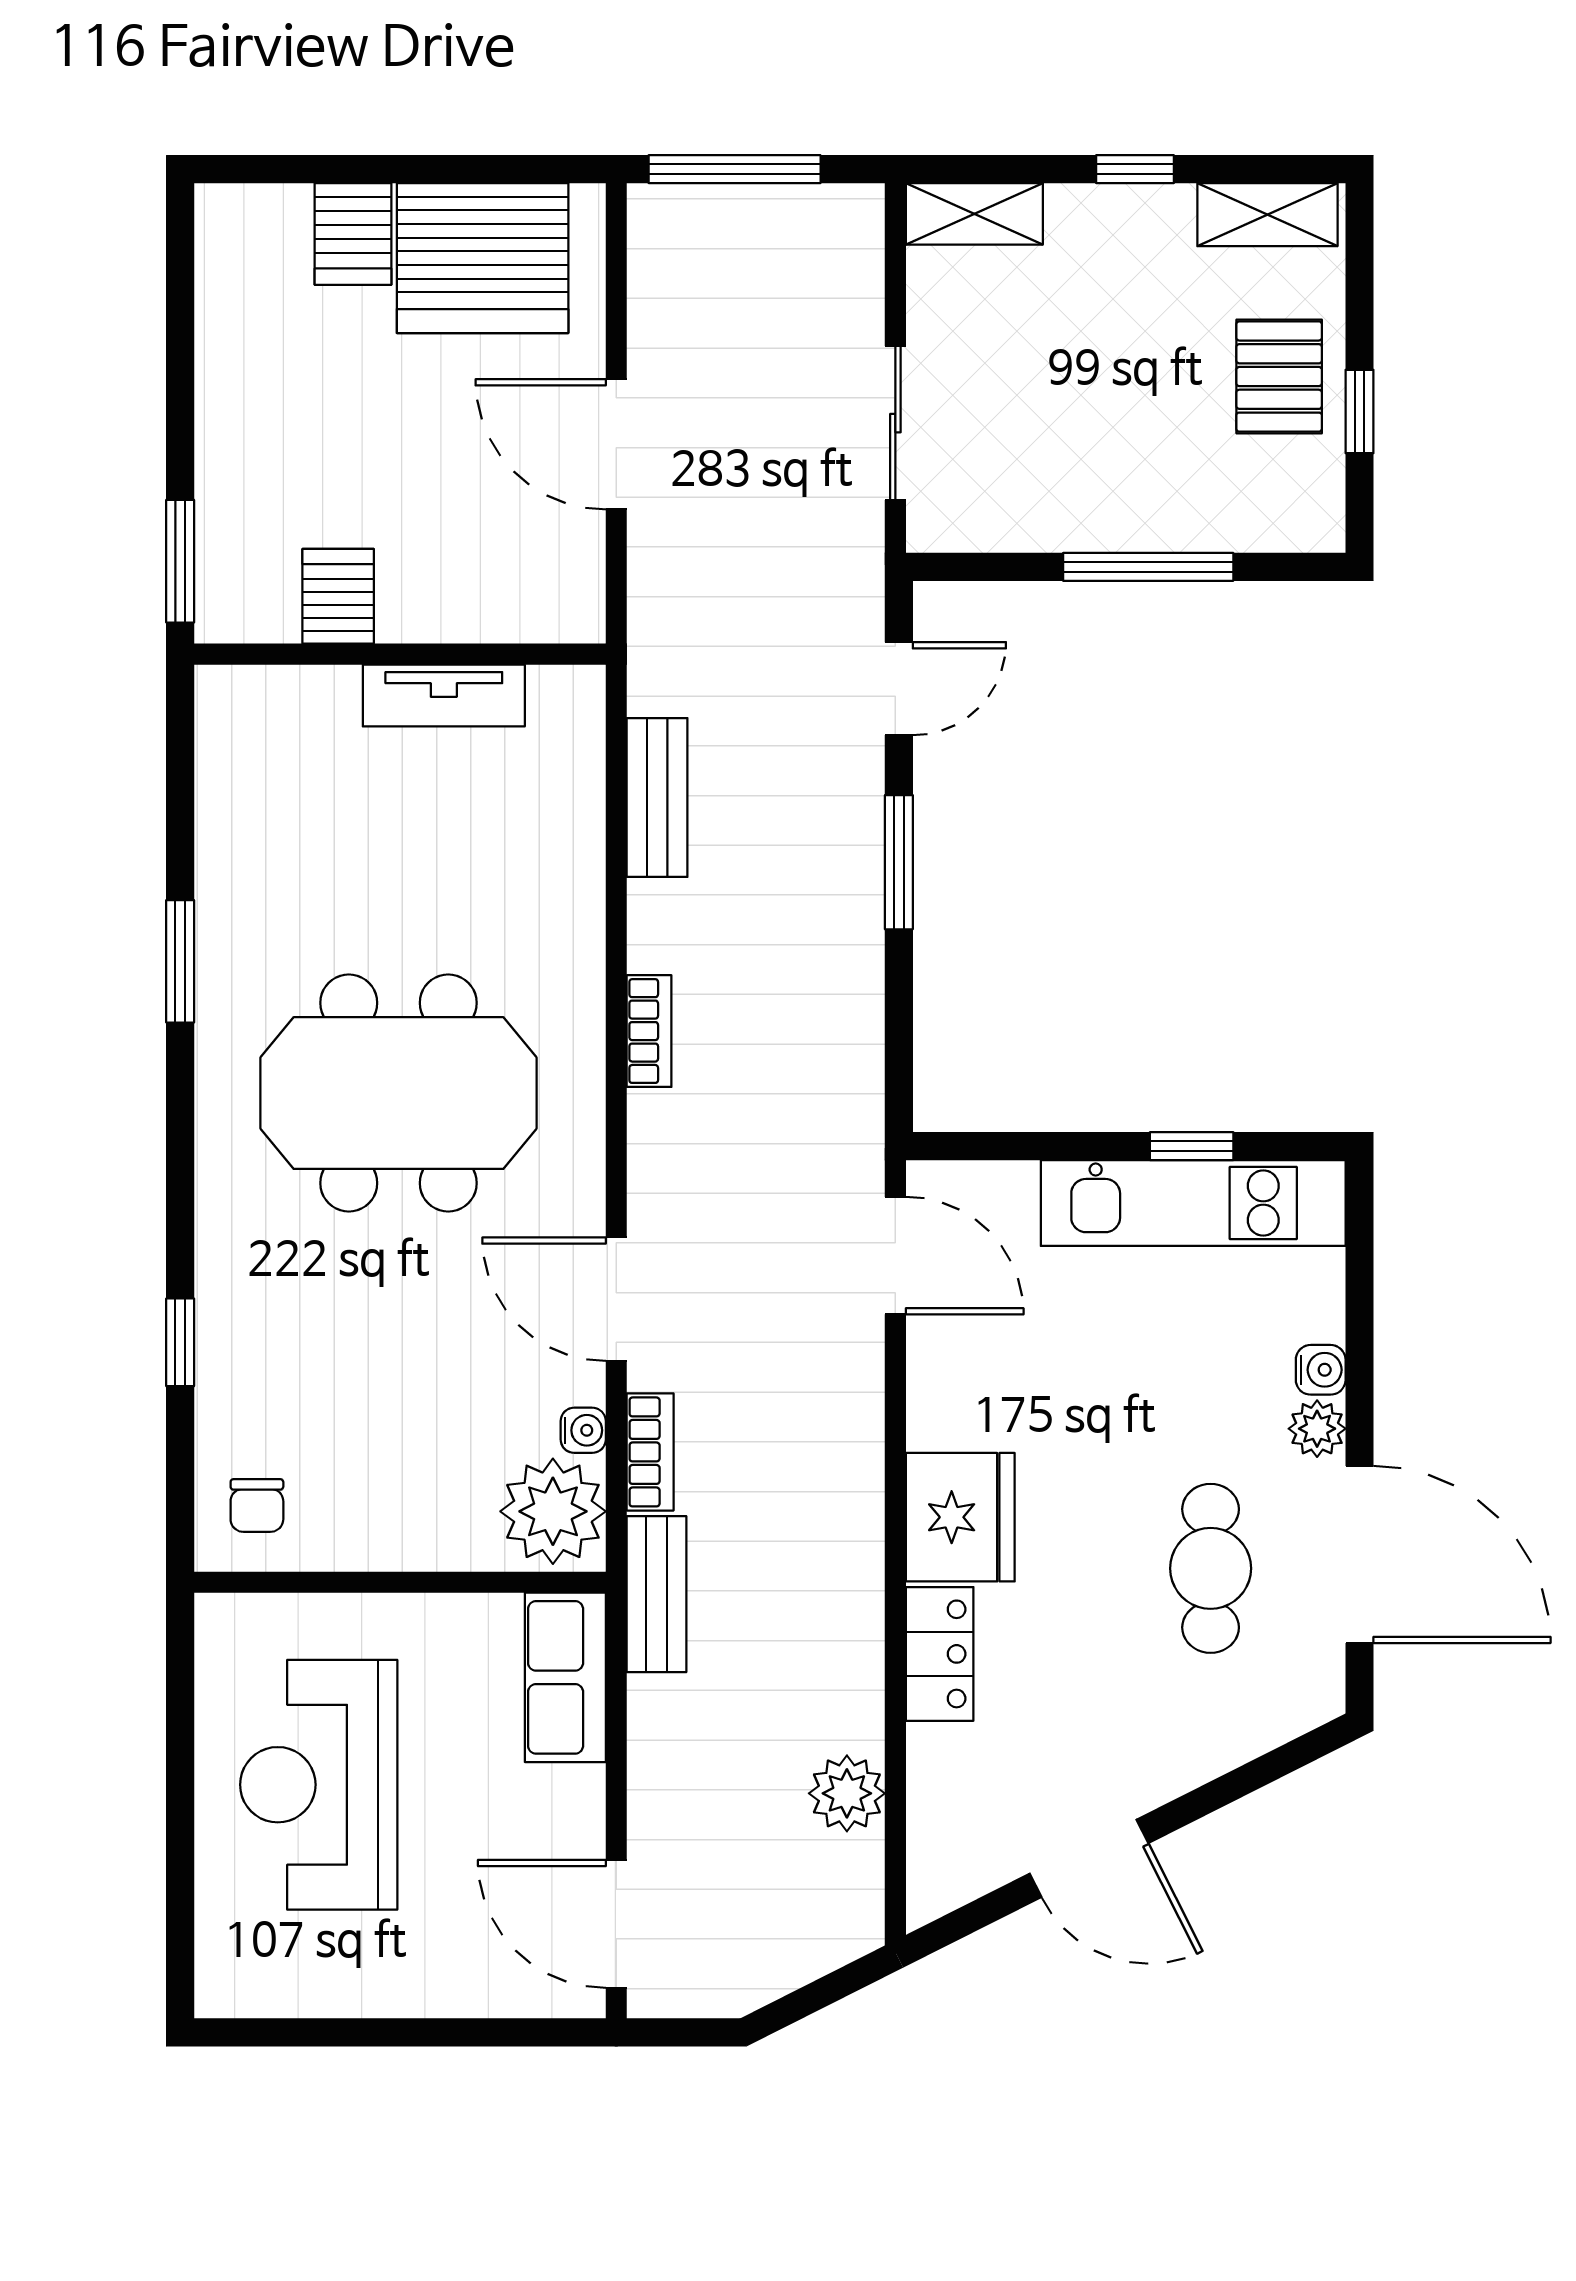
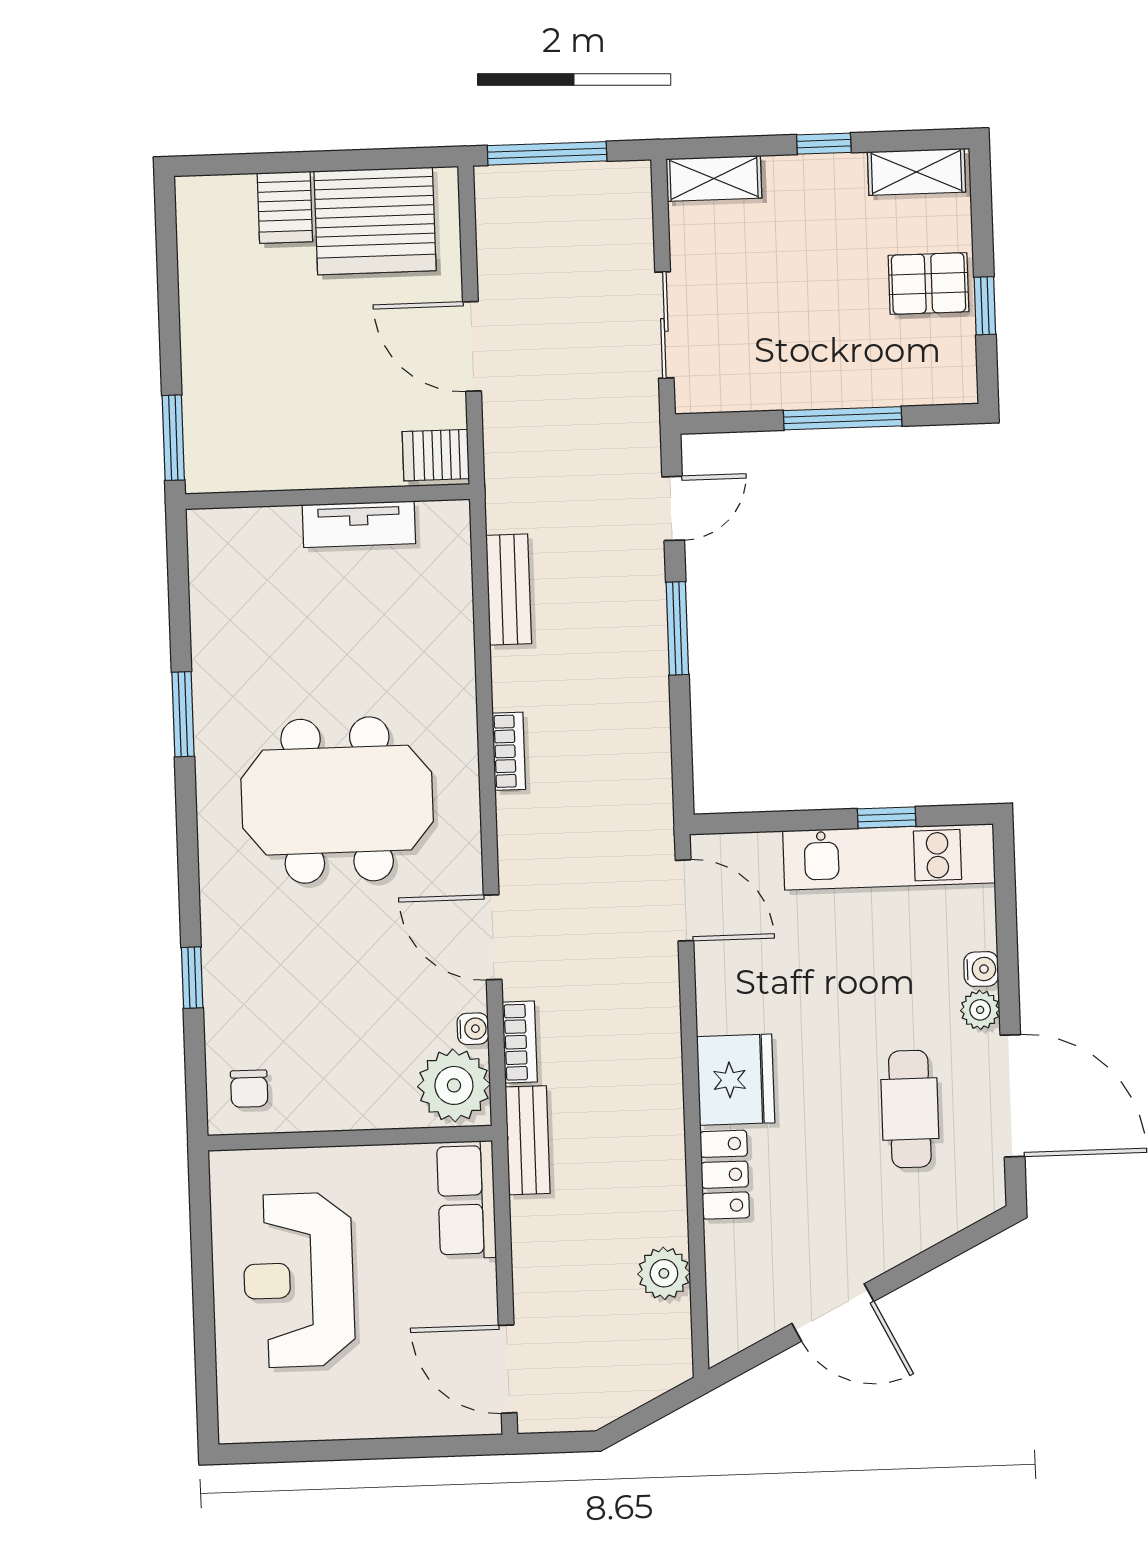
pallet: (1279, 377) -> (928, 284), turned 90
server rack: (338, 596) -> (436, 455), moved, turned -90

